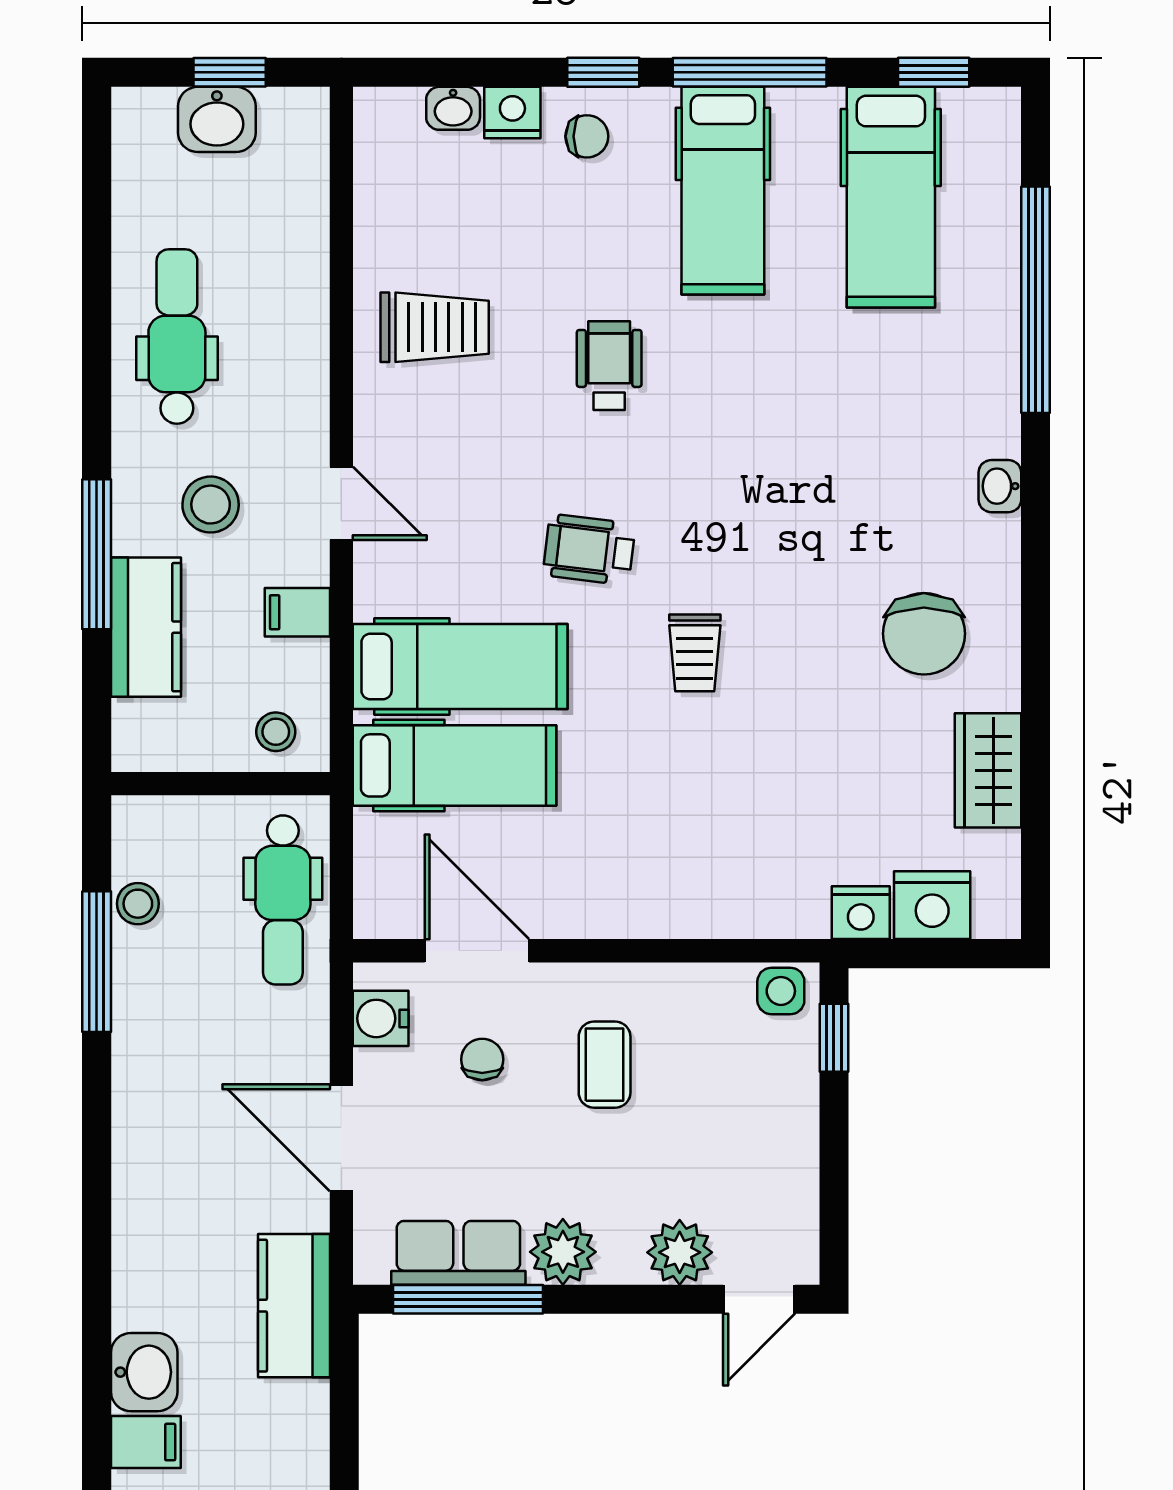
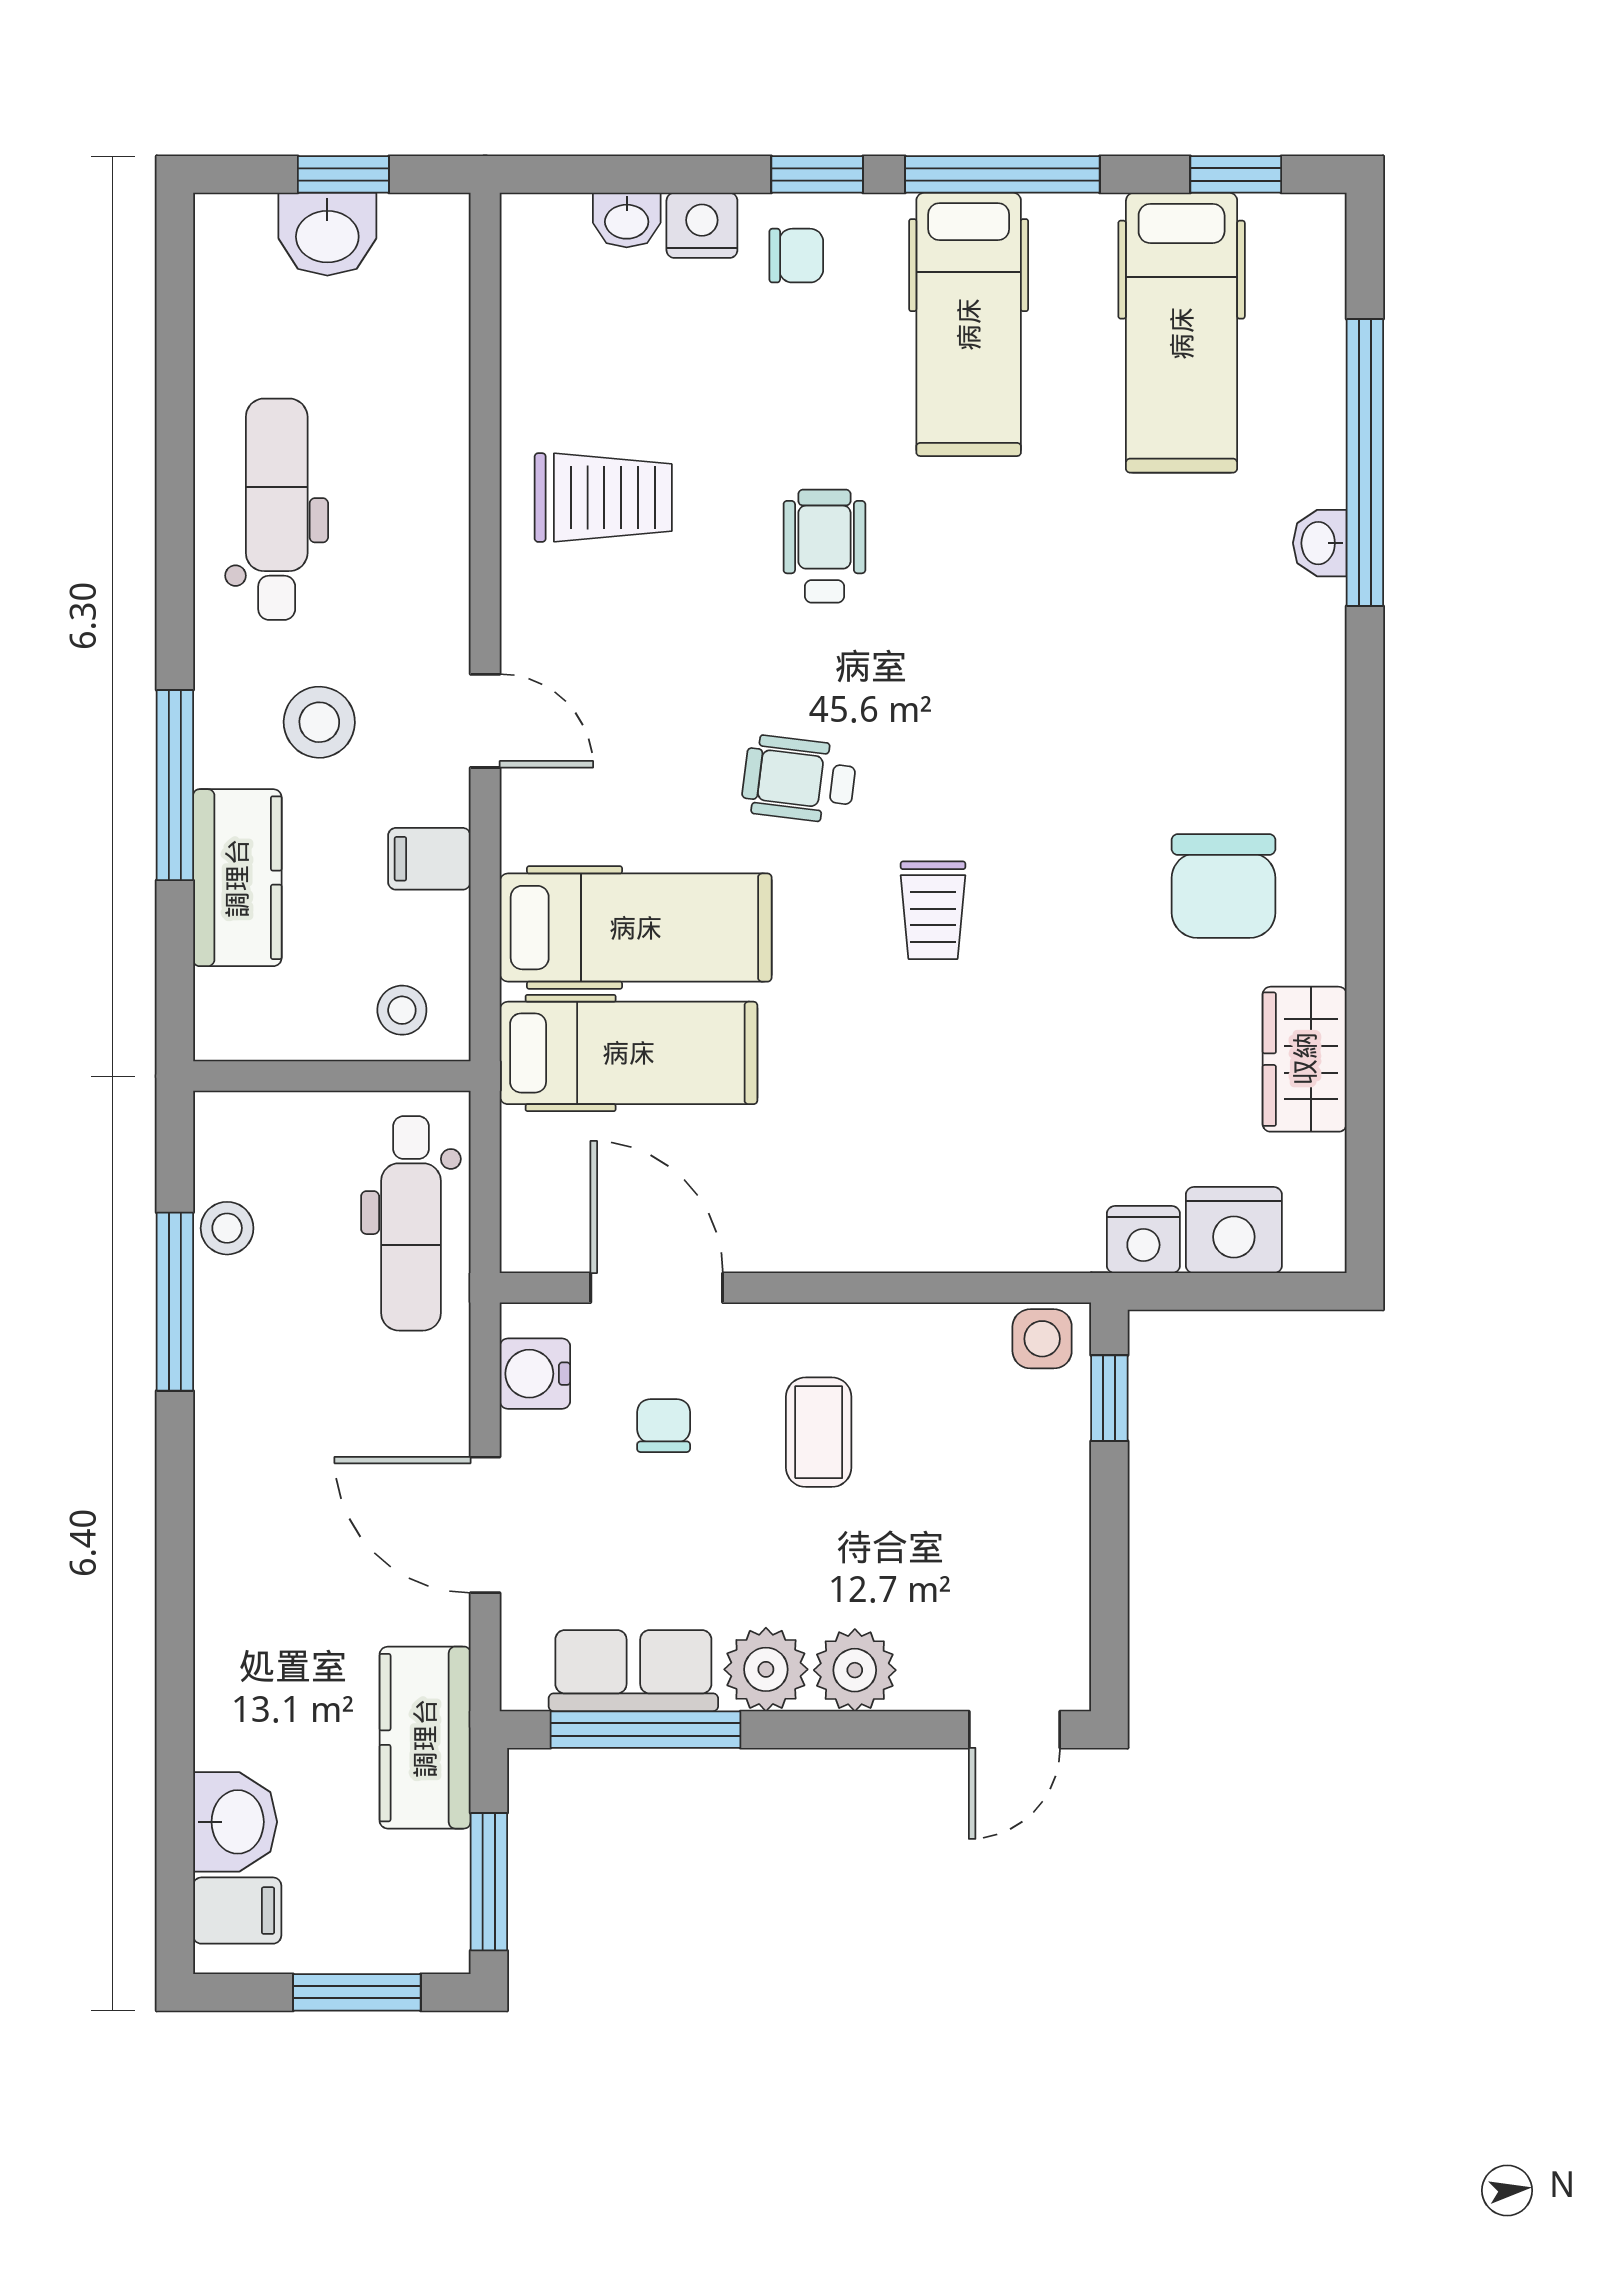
washbasin: (1000, 486) -> (1320, 543), moved
plant: (680, 1252) -> (855, 1670), moved
window: (344, 1419) -> (489, 1882), added

